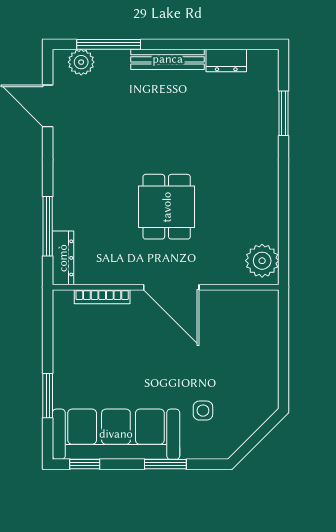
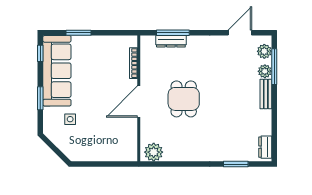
bench: (168, 59) -> (266, 94), width x0.73
dresser: (226, 60) -> (265, 147), moved
plant: (117, 61) -> (265, 71), added
dining table: (167, 207) -> (184, 99), turned 90
dresser: (63, 258) -> (171, 41), moved

